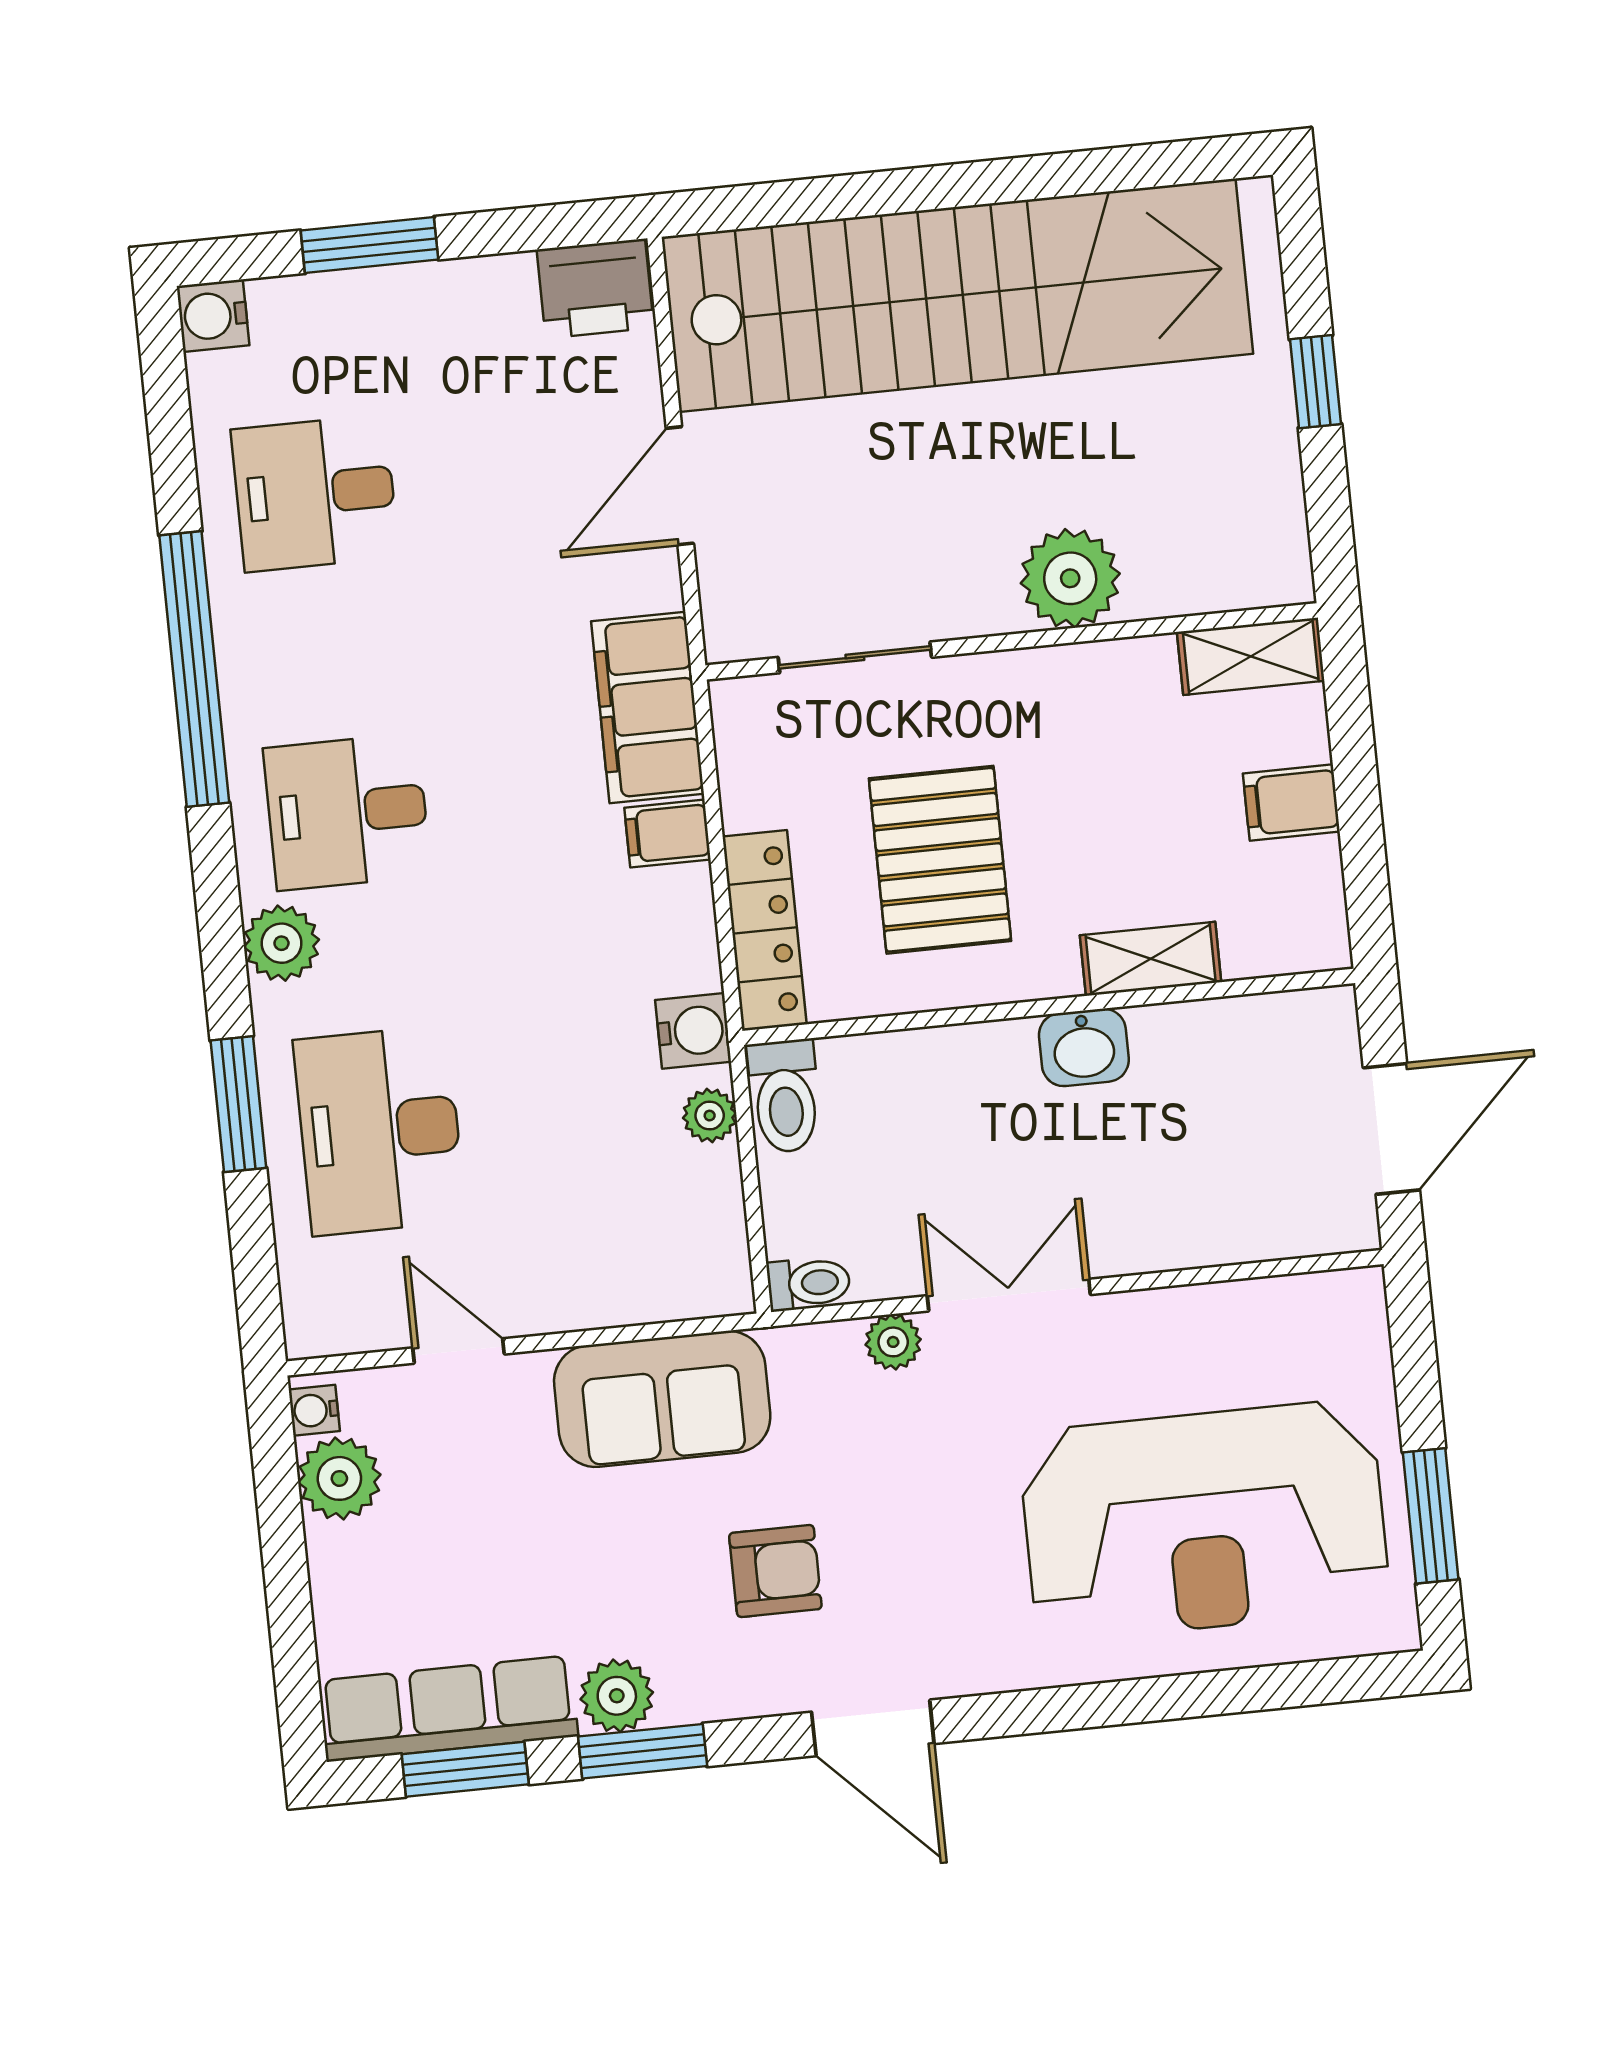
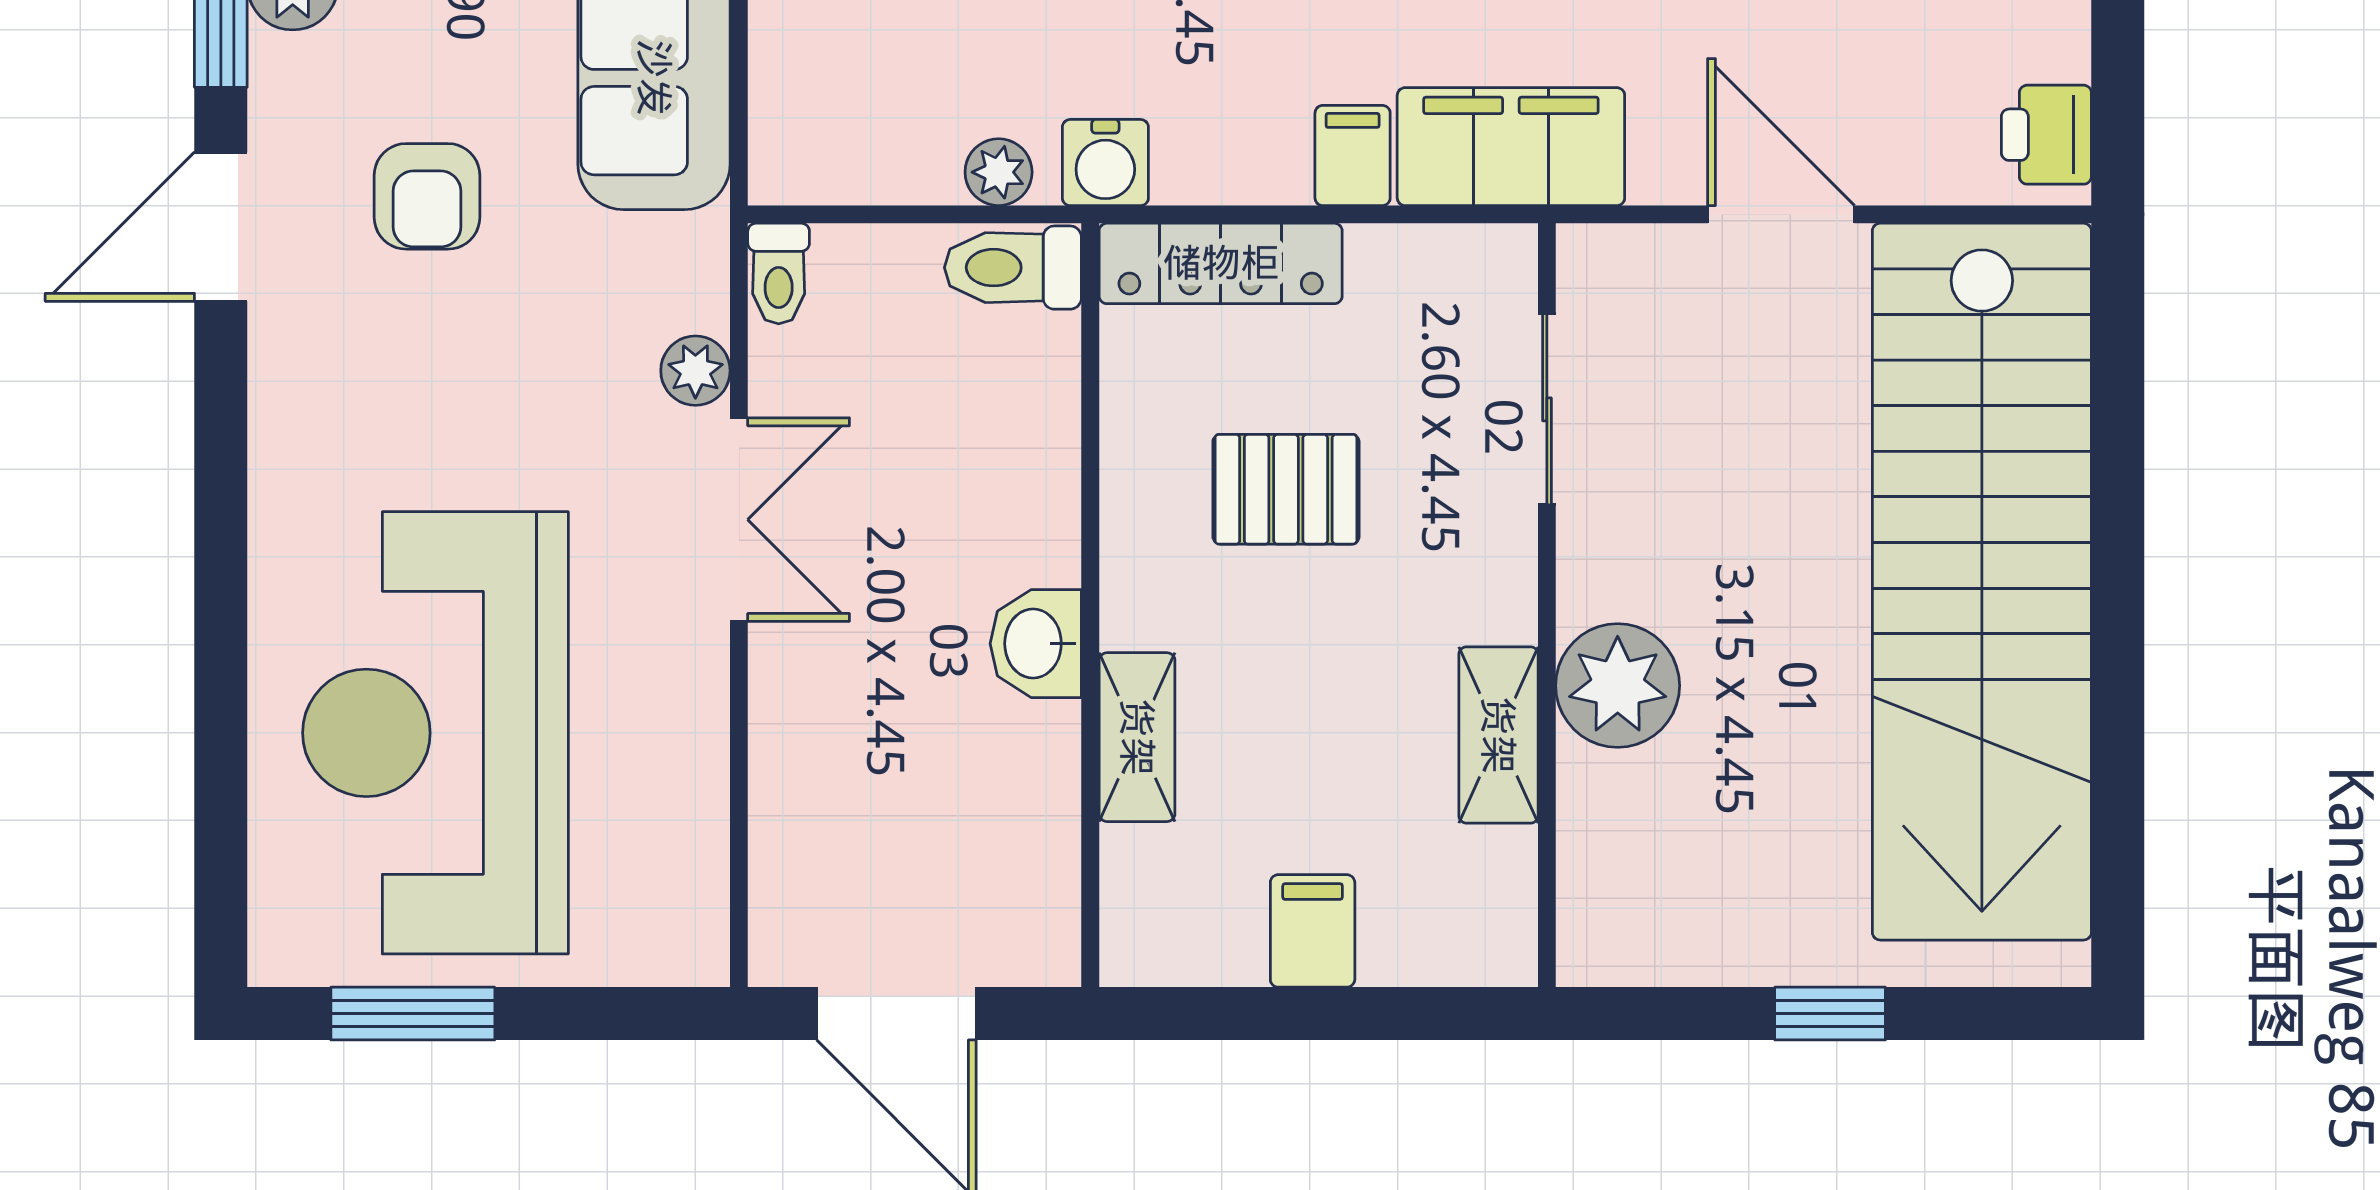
printer: (595, 289) -> (2046, 135), width x0.73, depth x0.81
shelving: (1251, 656) -> (1498, 735), moved
pallet: (940, 860) -> (1286, 489), width x0.67, depth x0.71
door: (873, 1728) -> (221, 227), moved

